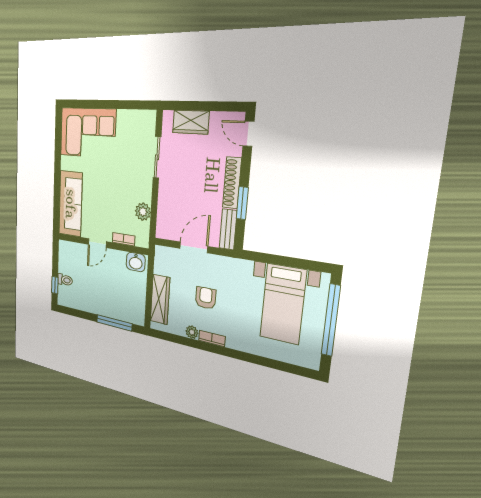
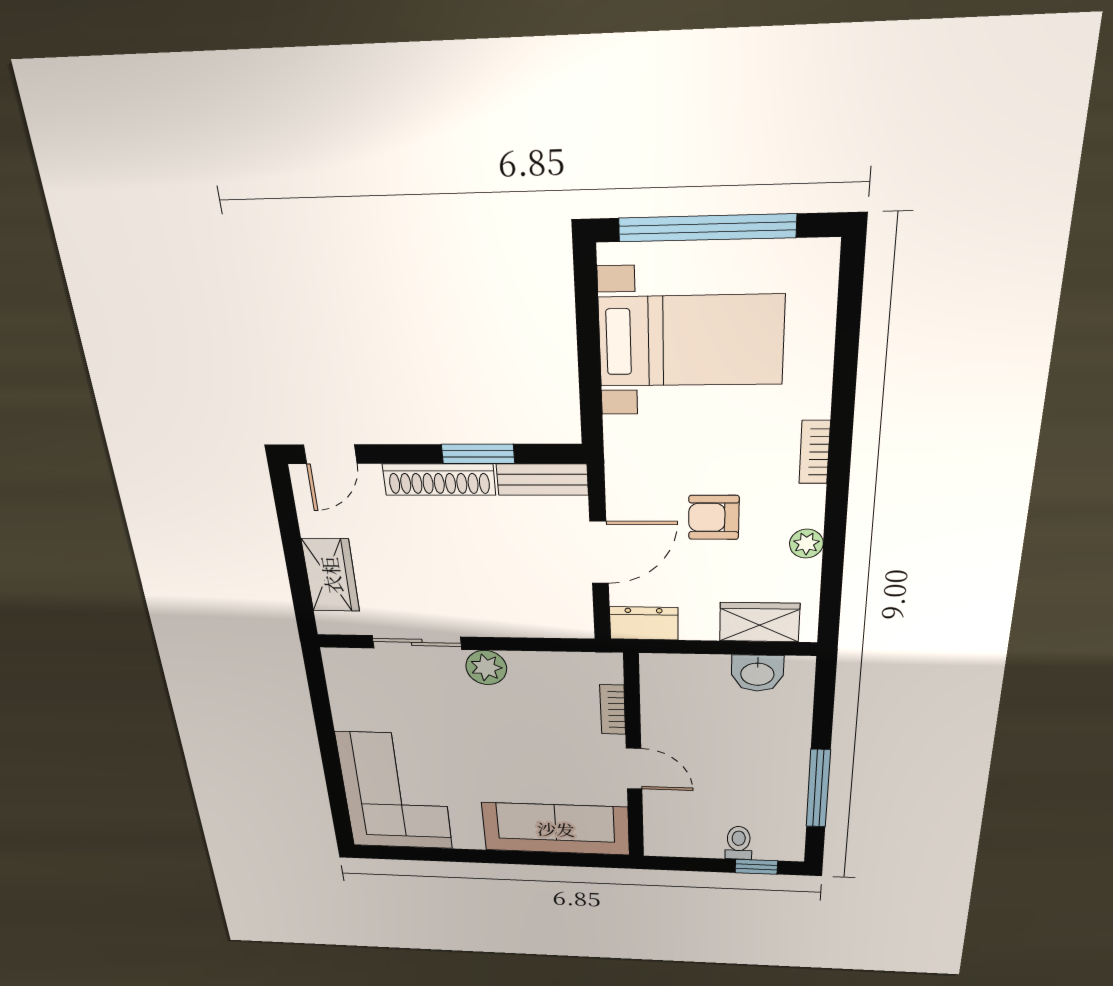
plant: (143, 212) -> (486, 668), moved
door: (194, 247) -> (599, 552), swing flipped
dresser: (161, 260) -> (644, 623), added
washbasin: (136, 262) -> (757, 673), moved, turned 90
wardrobe: (160, 299) -> (759, 622), width x0.67
window: (114, 323) -> (818, 788), moved
bookcase: (212, 338) -> (815, 452), moved

